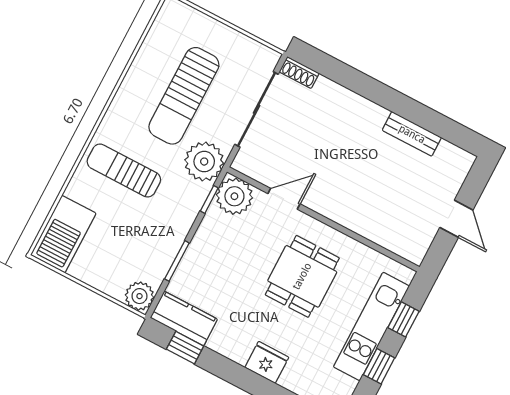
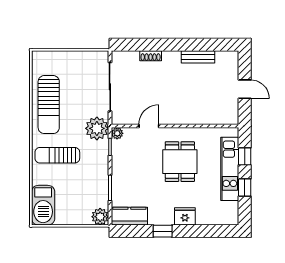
shoe rack: (299, 73) -> (151, 56), moved
sun lounger: (184, 96) -> (49, 105), moved
plant: (234, 196) -> (117, 133), width x0.53, depth x0.53
window: (185, 348) -> (163, 231), moved

